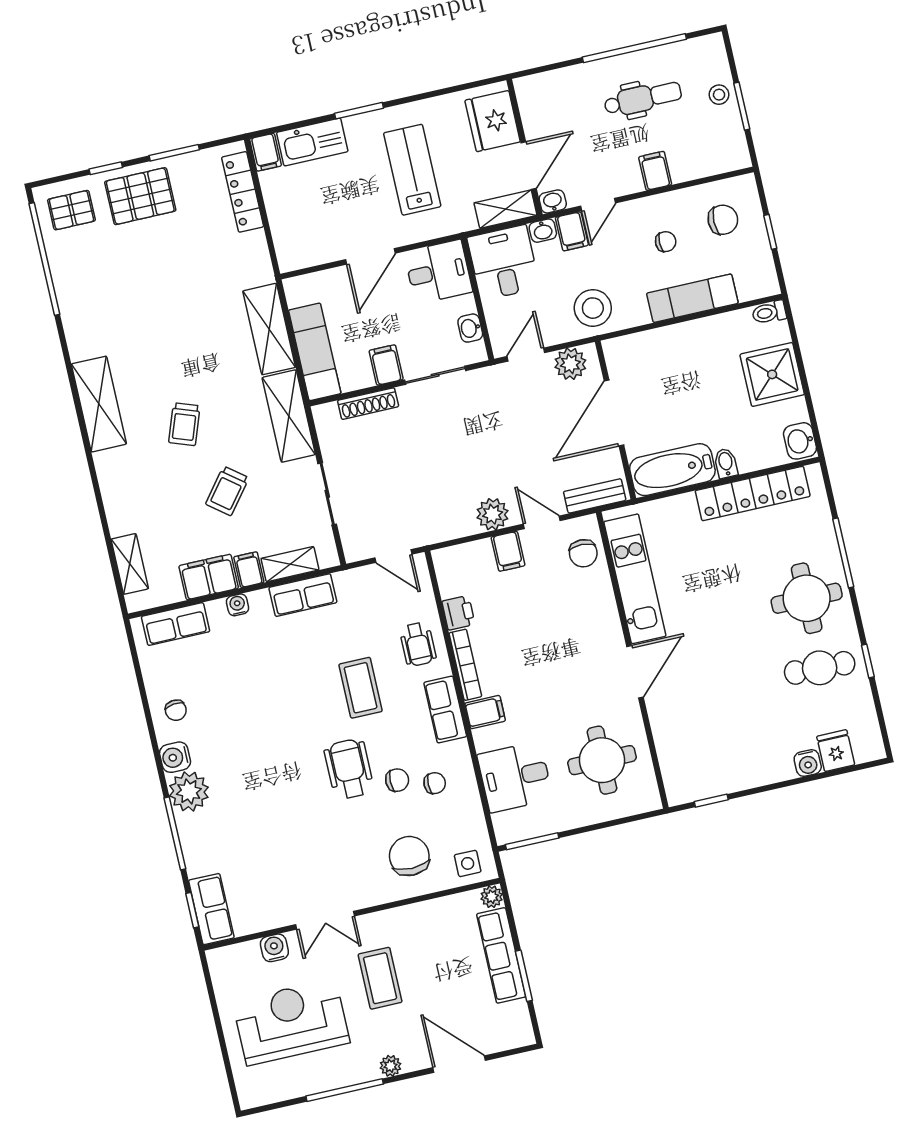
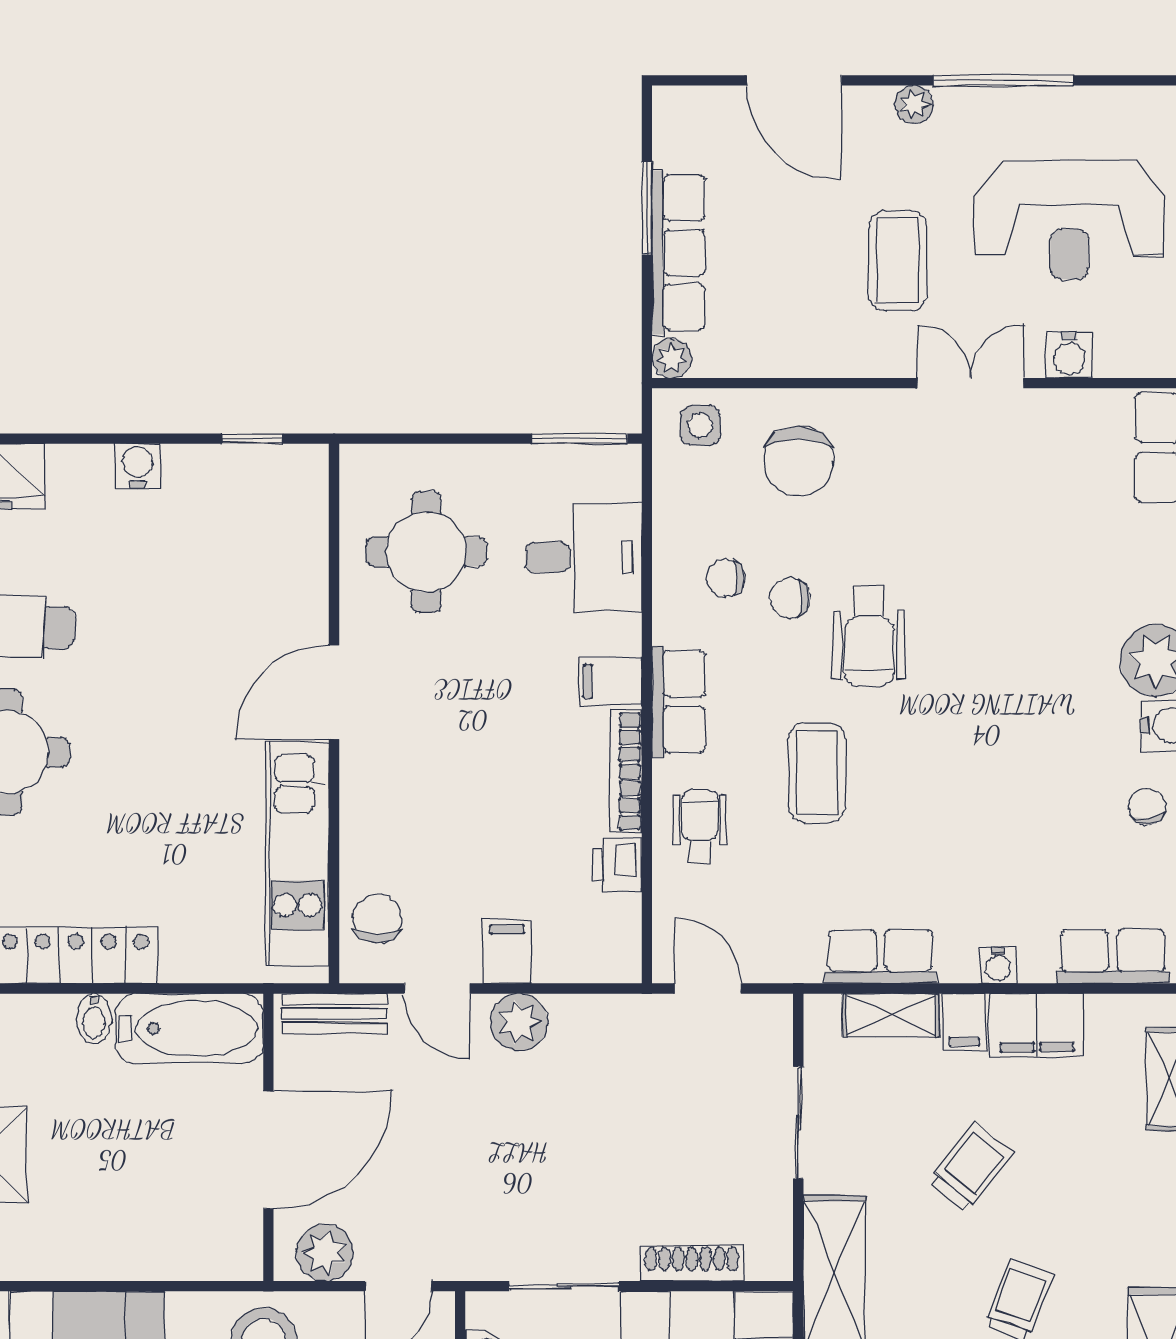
water cooler: (808, 763) -> (138, 466), moved

